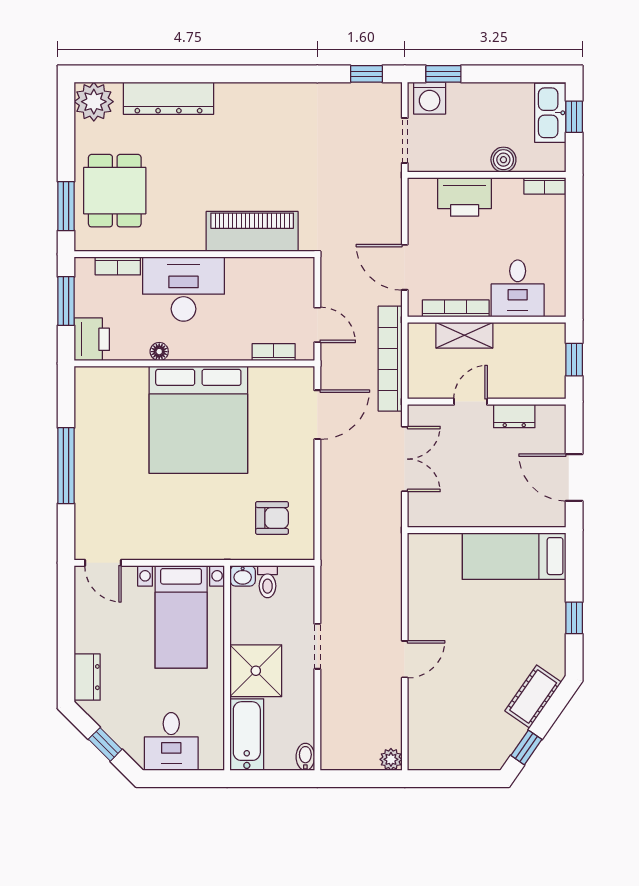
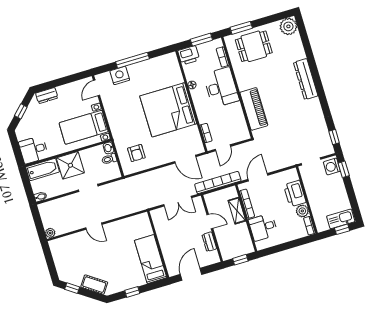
dresser: (168, 98) -> (306, 79), moved
boiler: (503, 160) -> (315, 205), removed
plant: (508, 192) -> (302, 211), added
nightstand: (91, 504) -> (120, 76), added
desk: (171, 741) -> (34, 150), moved

